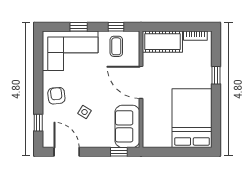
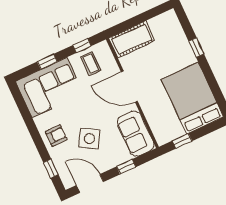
bookcase: (195, 36) -> (160, 20), removed
armchair: (56, 96) -> (56, 136), turned 96
side table: (84, 112) -> (89, 139), width x1.87, depth x1.87
window: (119, 152) -> (126, 167), moved
window: (165, 152) -> (182, 141), added

